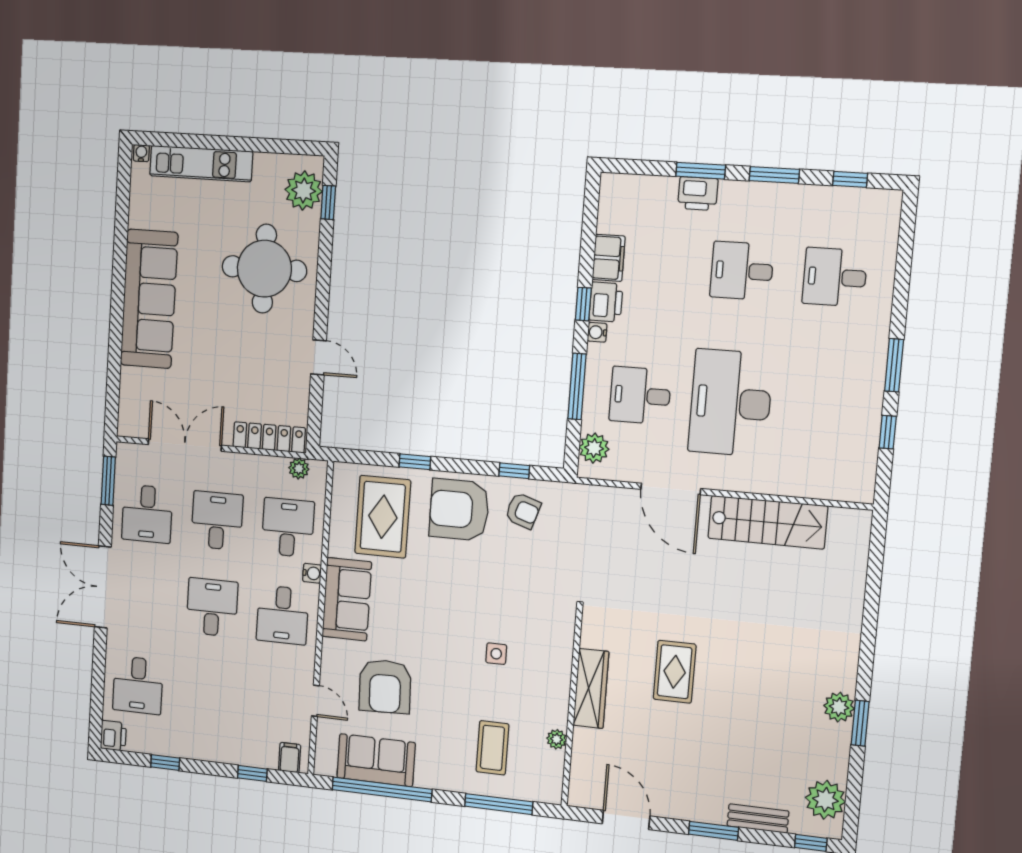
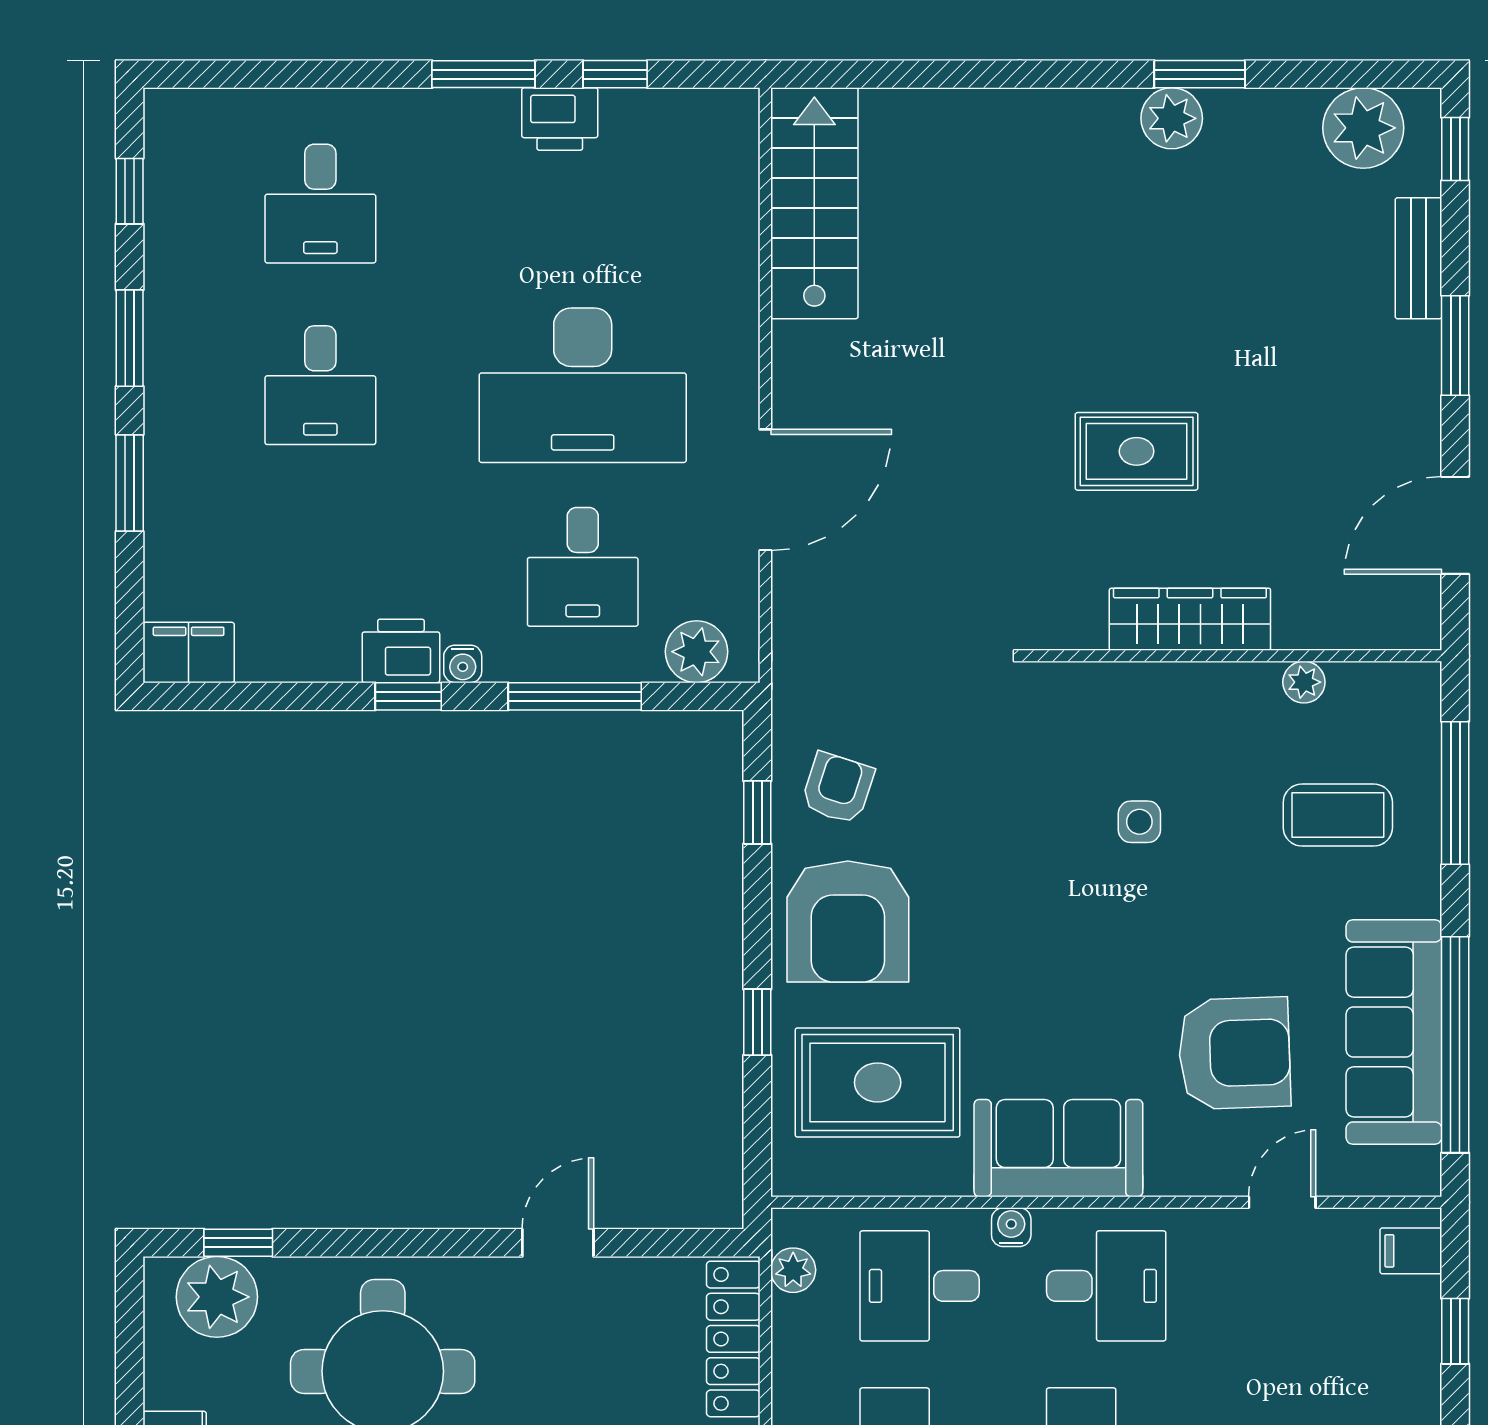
printer: (698, 194) -> (560, 119), moved, turned 90
filing cabinet: (609, 258) -> (189, 652), moved
stairs: (768, 522) -> (814, 203), moved
sofa: (376, 760) -> (1394, 1032), width x1.36

